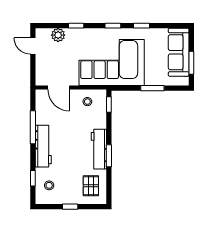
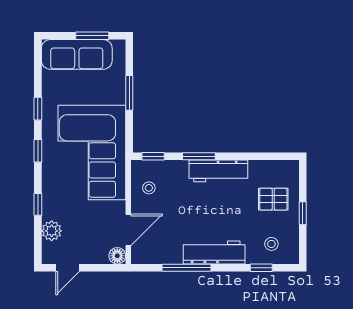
floor lamp: (41, 80) -> (117, 256), added
window: (109, 156) -> (199, 156), moved
pallet: (91, 186) -> (273, 199), moved

